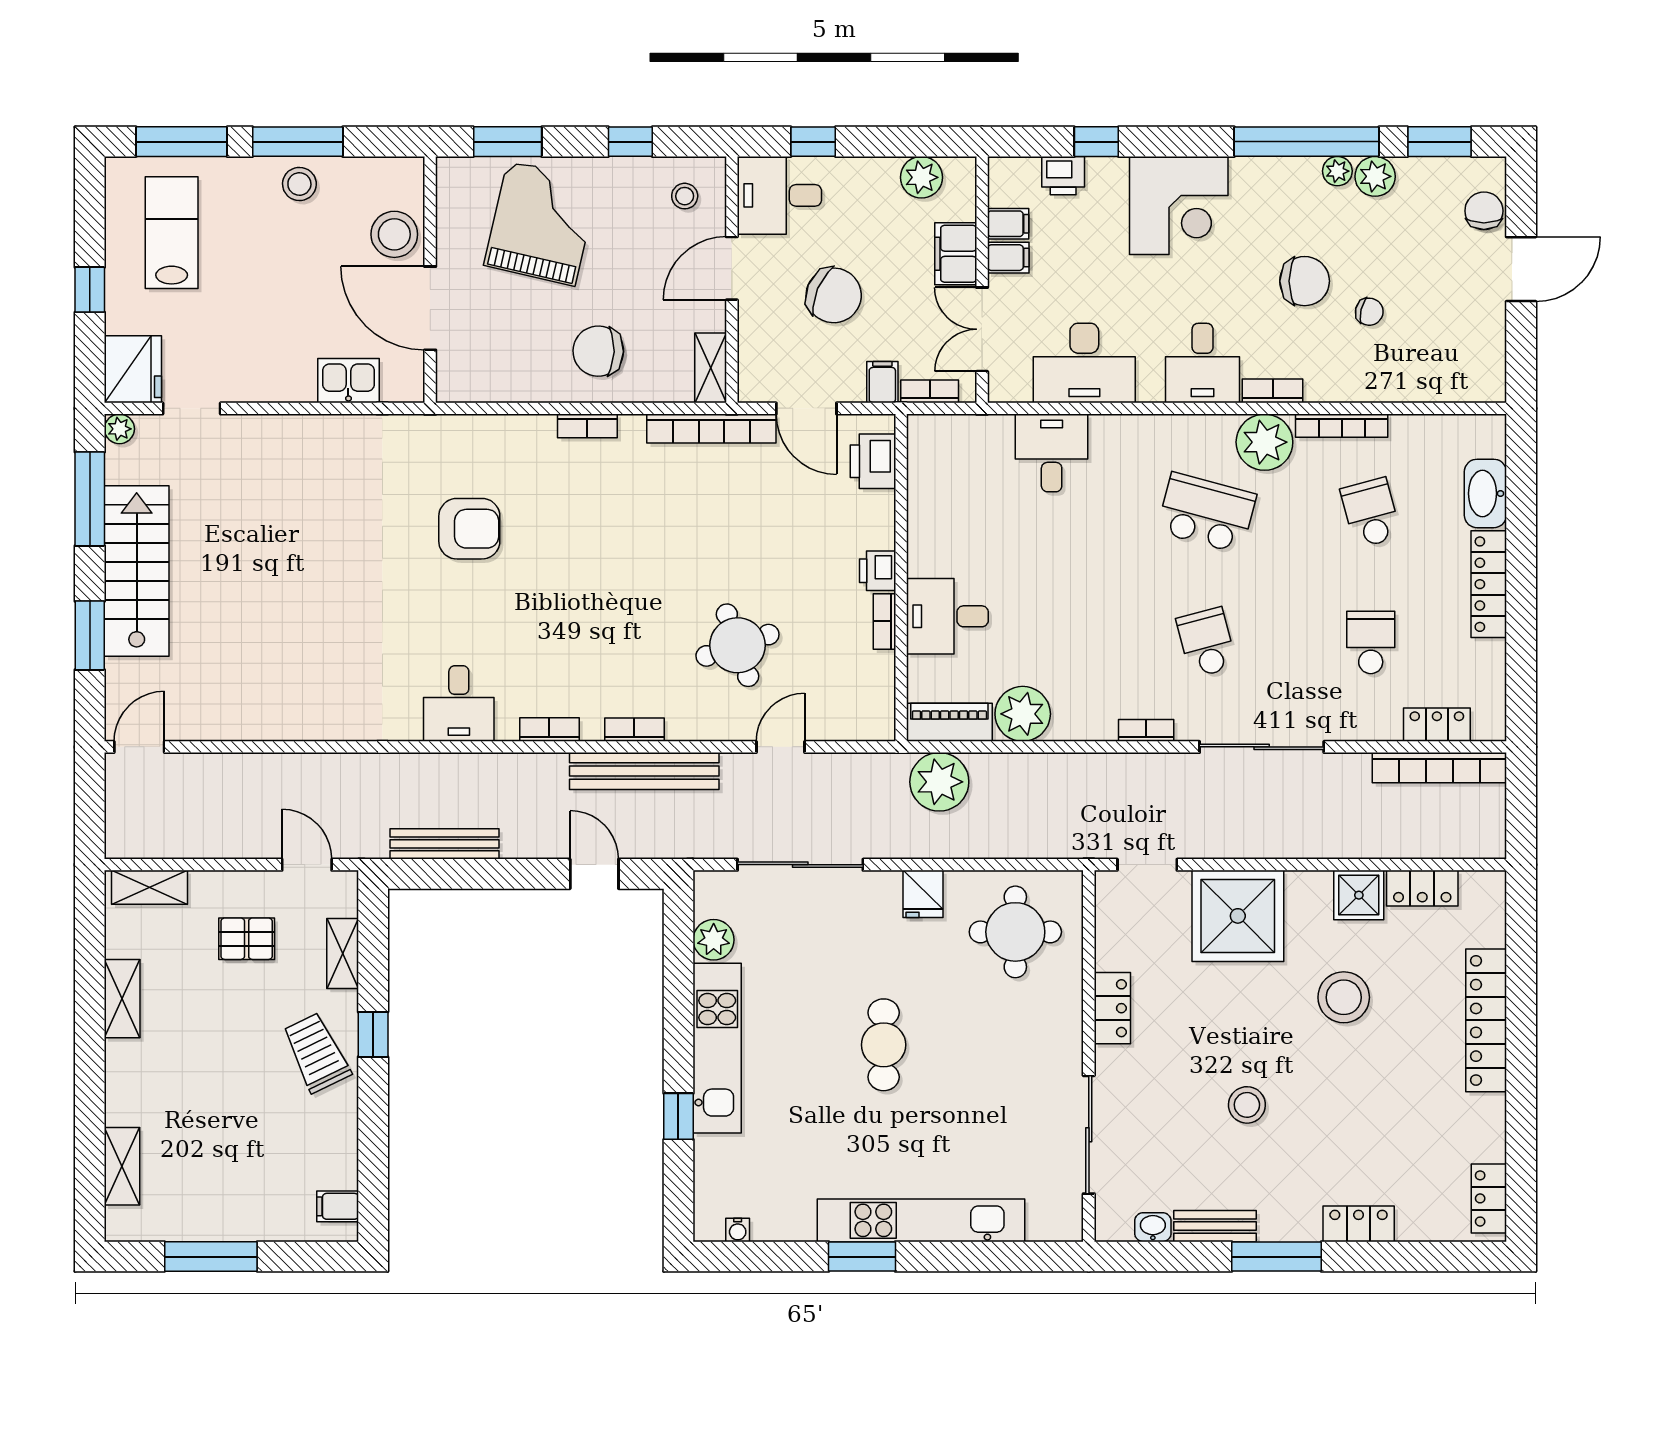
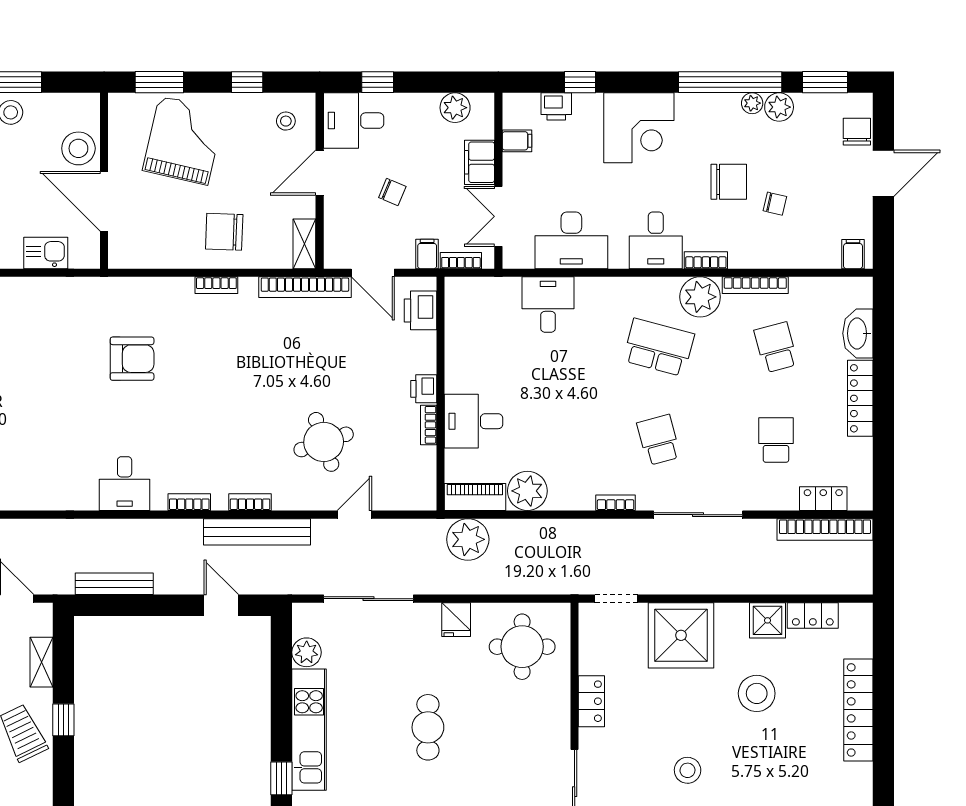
filing cabinet: (1008, 258) -> (853, 254), moved, turned -90
chair: (834, 295) -> (392, 192), width x0.54, depth x0.54

